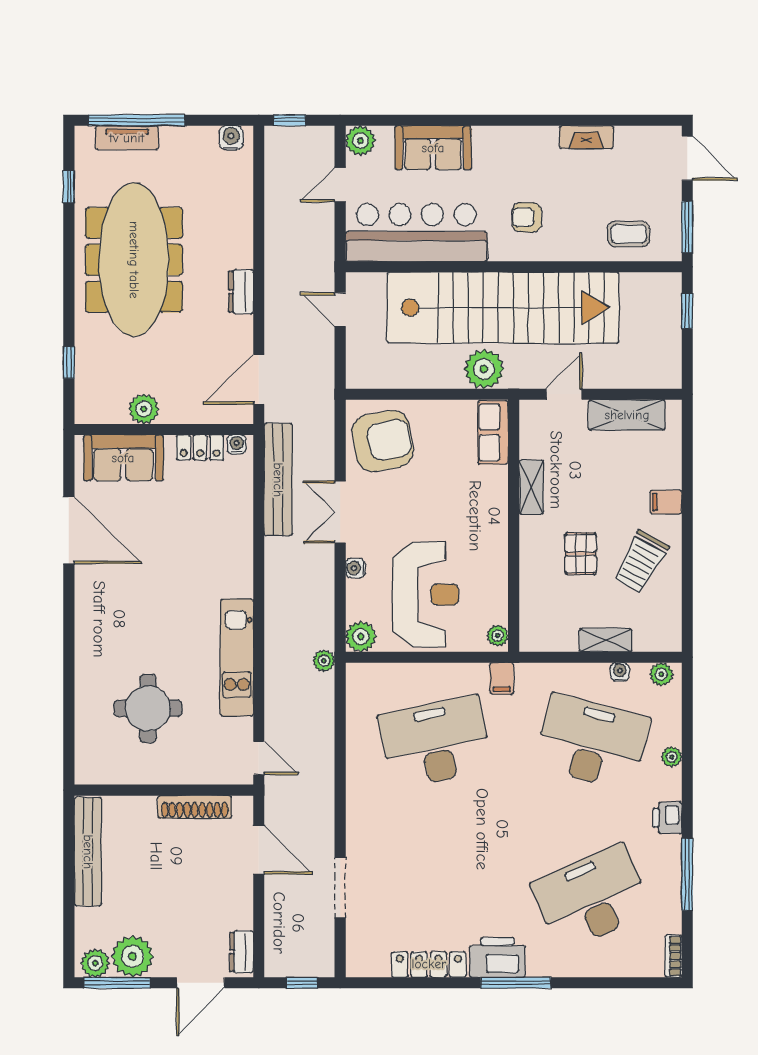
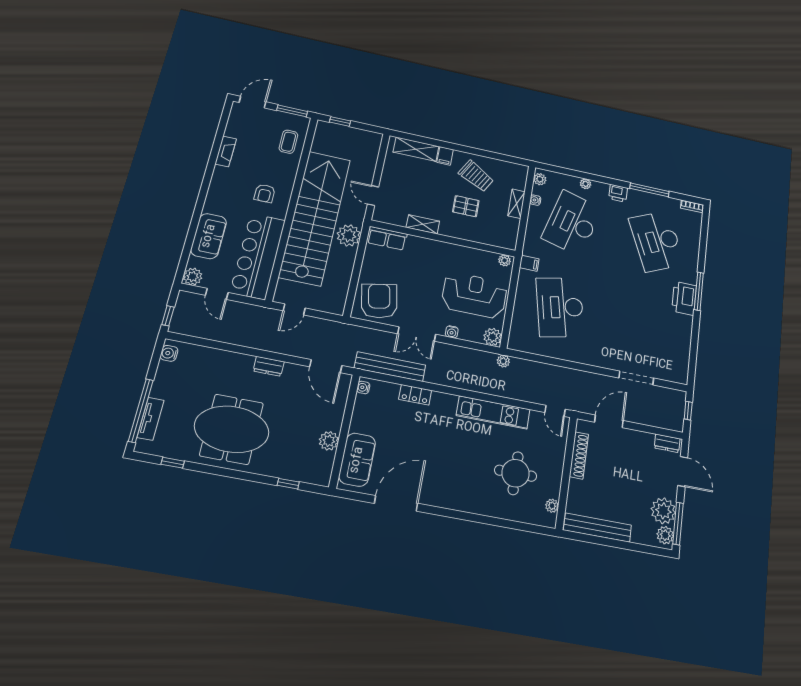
meeting table: (134, 260) -> (232, 429), width x0.73
shelving: (627, 415) -> (416, 149), moved, turned 90
locker: (200, 447) -> (415, 395), moved, turned 90
door: (259, 758) -> (555, 411), swing flipped
plant: (108, 774) -> (552, 506), added
locker: (429, 964) -> (684, 337), removed

